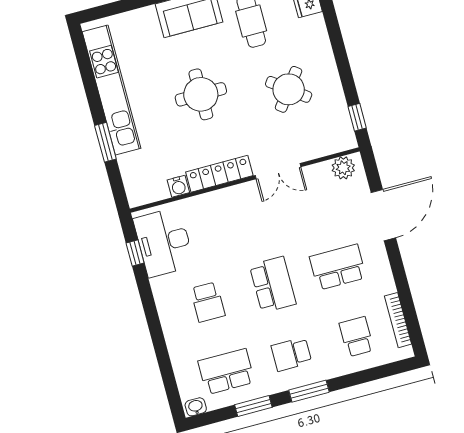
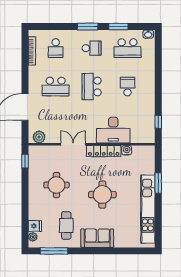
round table: (289, 89) -> (56, 185), turned -37
desk: (164, 242) -> (113, 130), moved, turned 90

